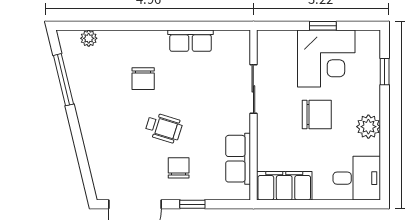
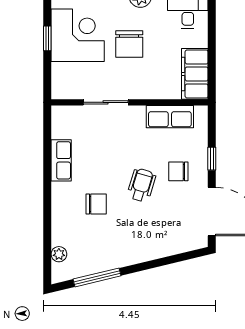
chair: (317, 115) -> (129, 44), turned 180

